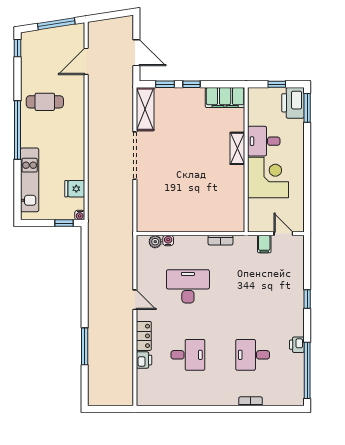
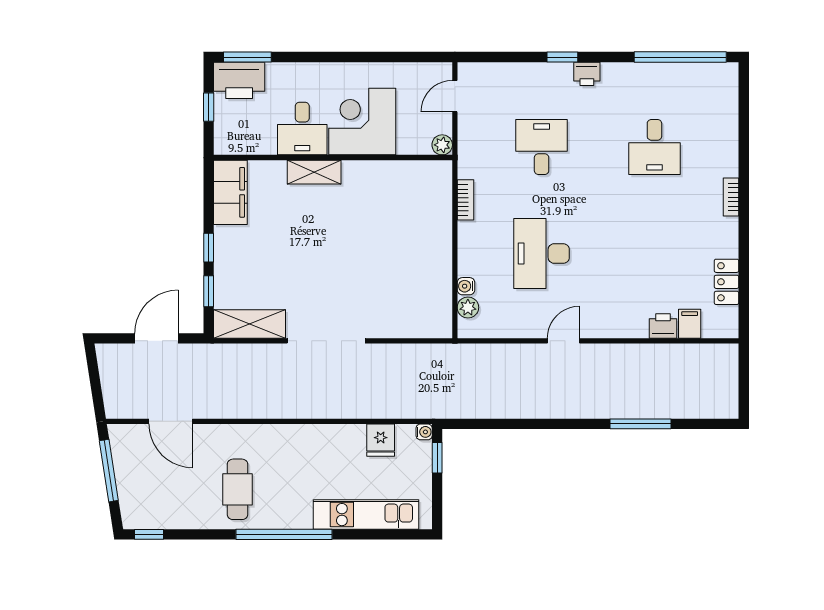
plant: (254, 226) -> (442, 145), added
filing cabinet: (264, 244) -> (690, 324), moved, turned -90
locker: (144, 336) -> (727, 282), moved, turned -90
printer: (297, 345) -> (587, 74), moved
desk: (188, 355) -> (542, 147), moved
bookcase: (251, 401) -> (731, 197), moved

